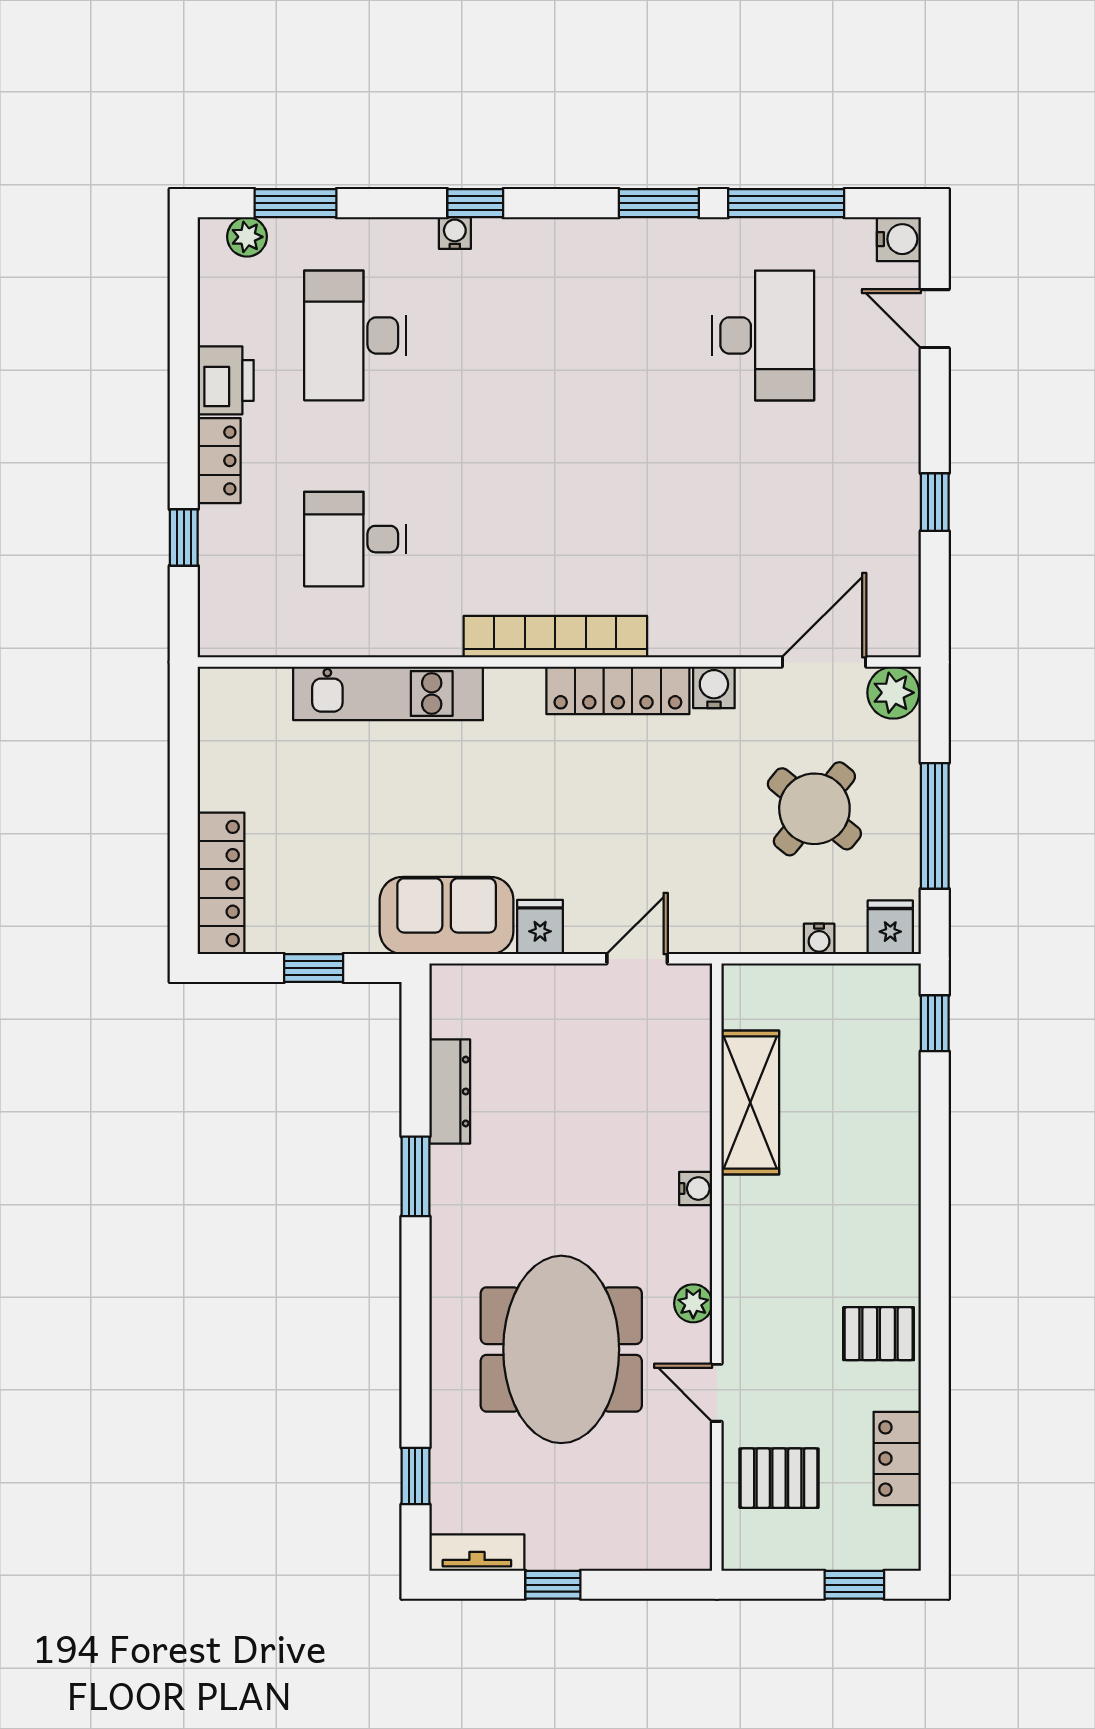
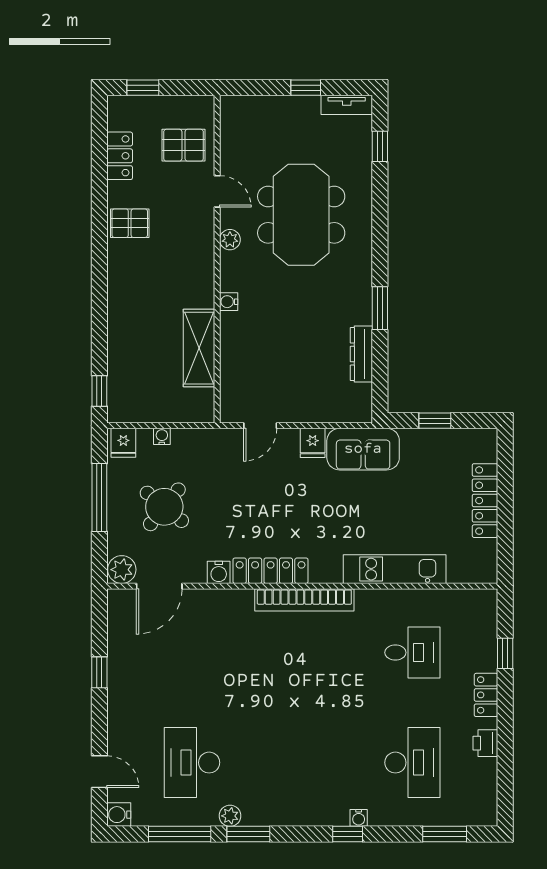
plant: (247, 237) -> (230, 816), moved
printer: (226, 380) -> (485, 743), width x0.73, depth x0.81
locker: (221, 883) -> (485, 501), moved

